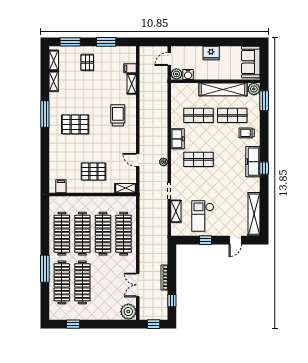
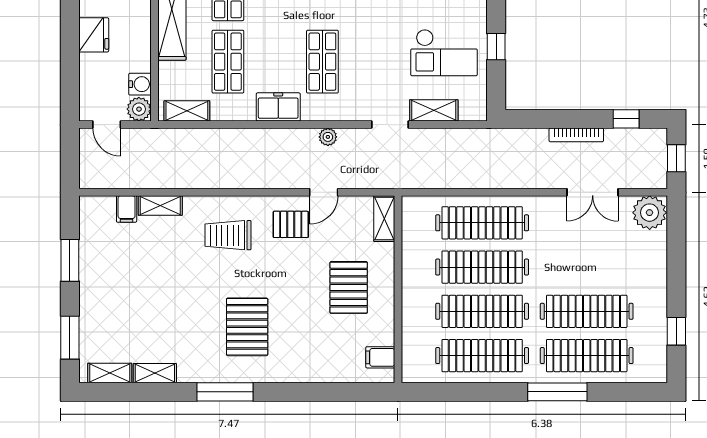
pallet: (87, 62) -> (291, 224), moved
shelving: (176, 96) -> (187, 111), added

